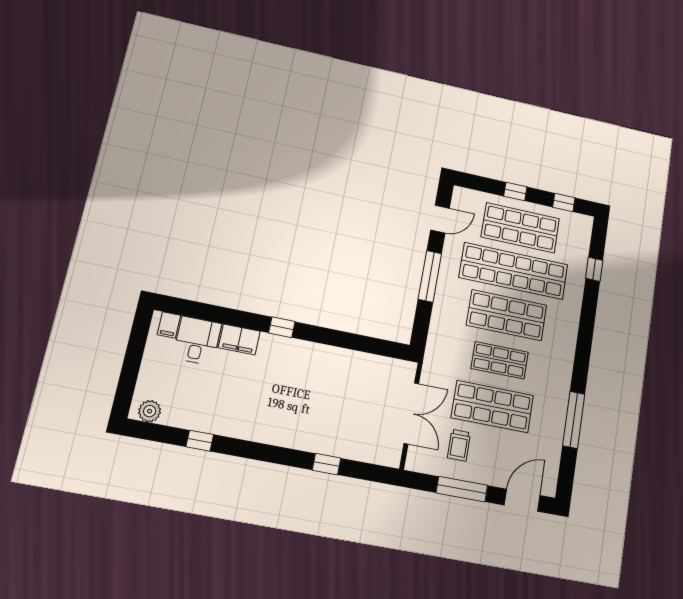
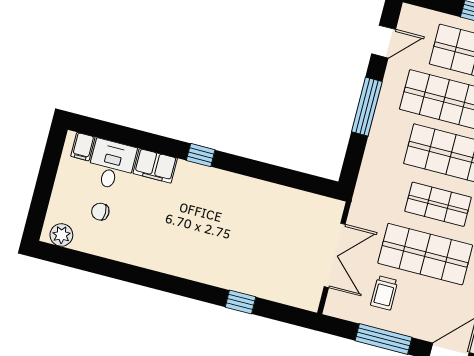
chair: (188, 386) -> (100, 212), added
window: (200, 441) -> (111, 269), removed

